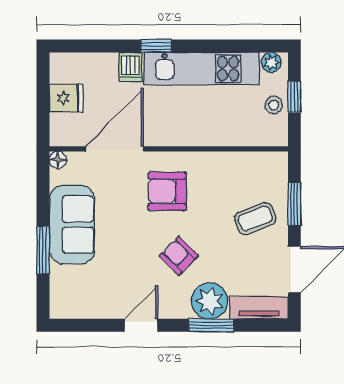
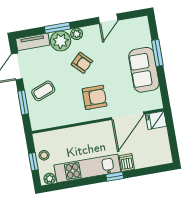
fridge: (66, 98) -> (156, 120), moved
floor lamp: (58, 160) -> (158, 104), removed
plant: (179, 309) -> (77, 34), added
door: (141, 325) -> (108, 19), moved

